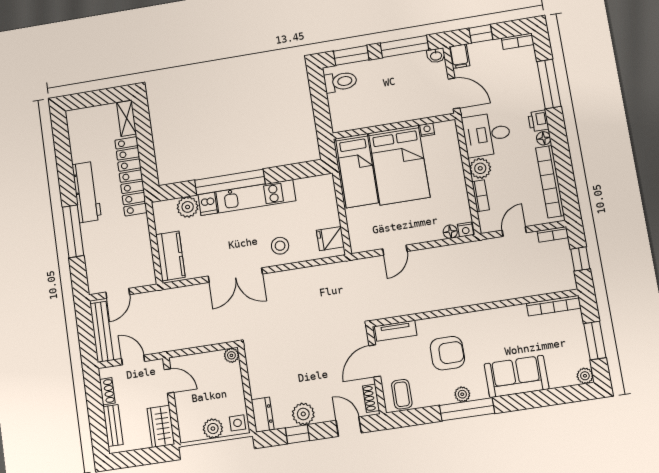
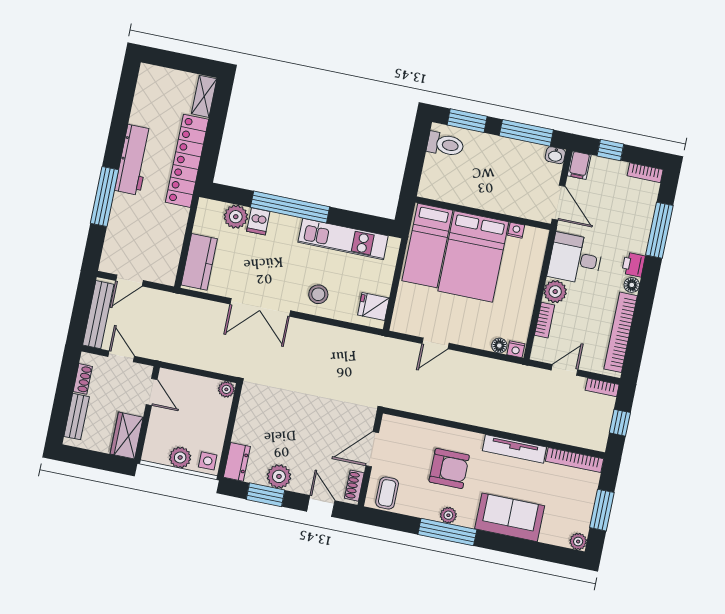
kitchen unit: (256, 196) -> (343, 239), moved
tv unit: (396, 331) -> (514, 449), moved, width x1.41
window: (297, 434) -> (266, 495), width x1.50

